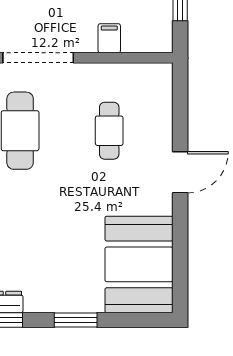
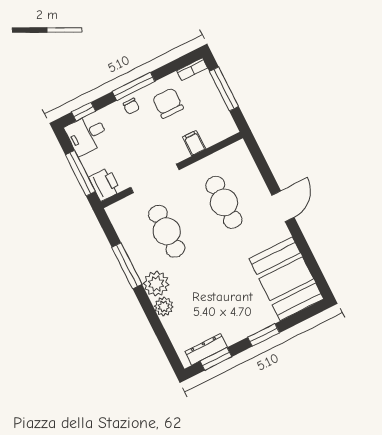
cafe table: (109, 131) -> (224, 202), width x1.37, depth x1.35

